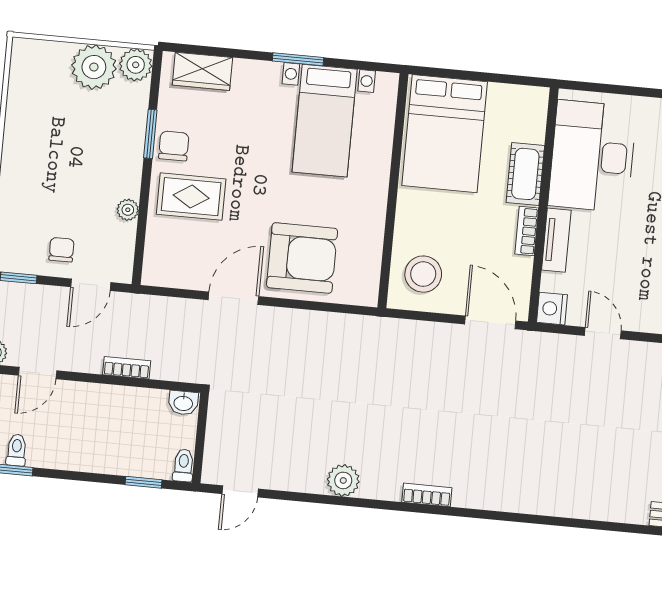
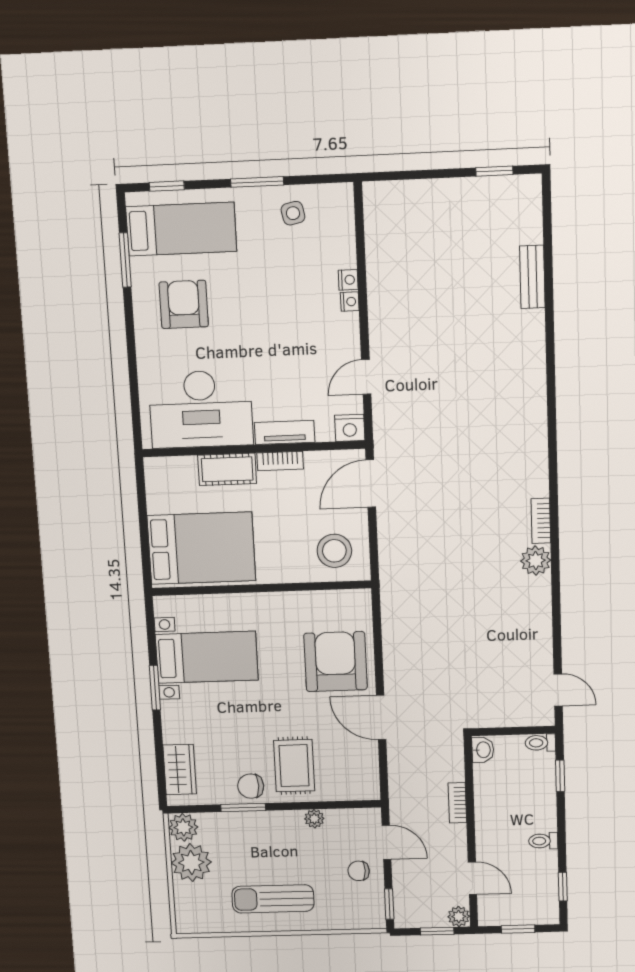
sun lounger: (40, 151) -> (273, 899), added
toilet: (17, 450) -> (543, 841), moved
plant: (343, 480) -> (536, 561), moved

